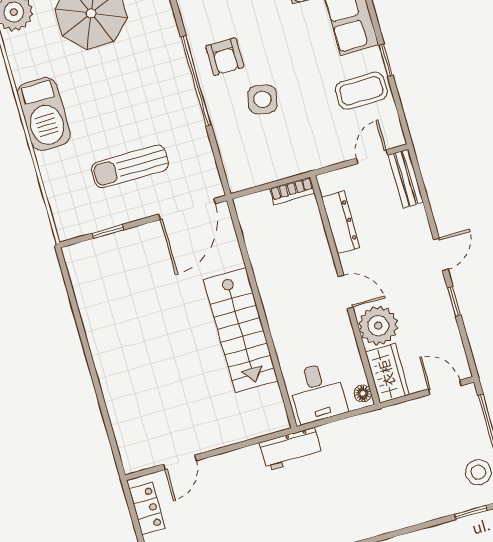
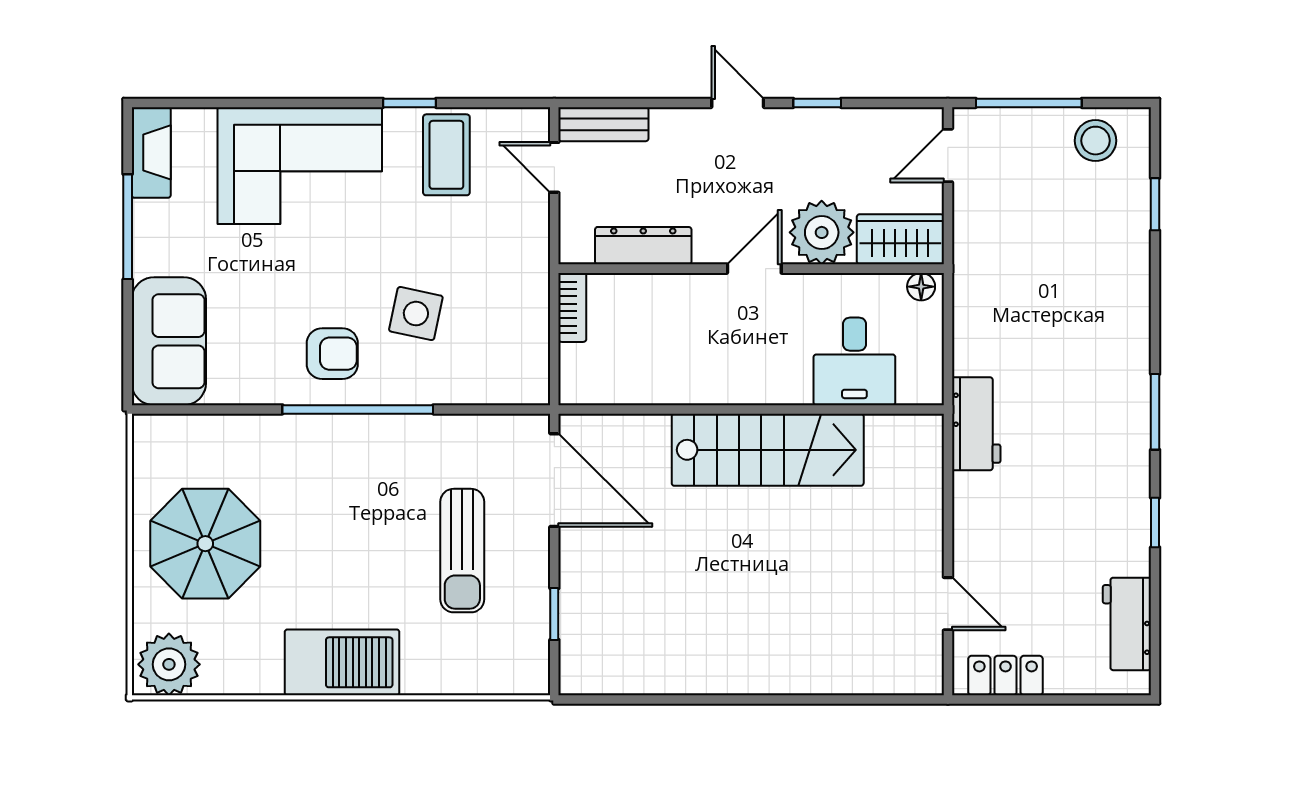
desk: (317, 393) -> (854, 361), moved, turned 90
window: (471, 512) -> (1155, 204), moved

